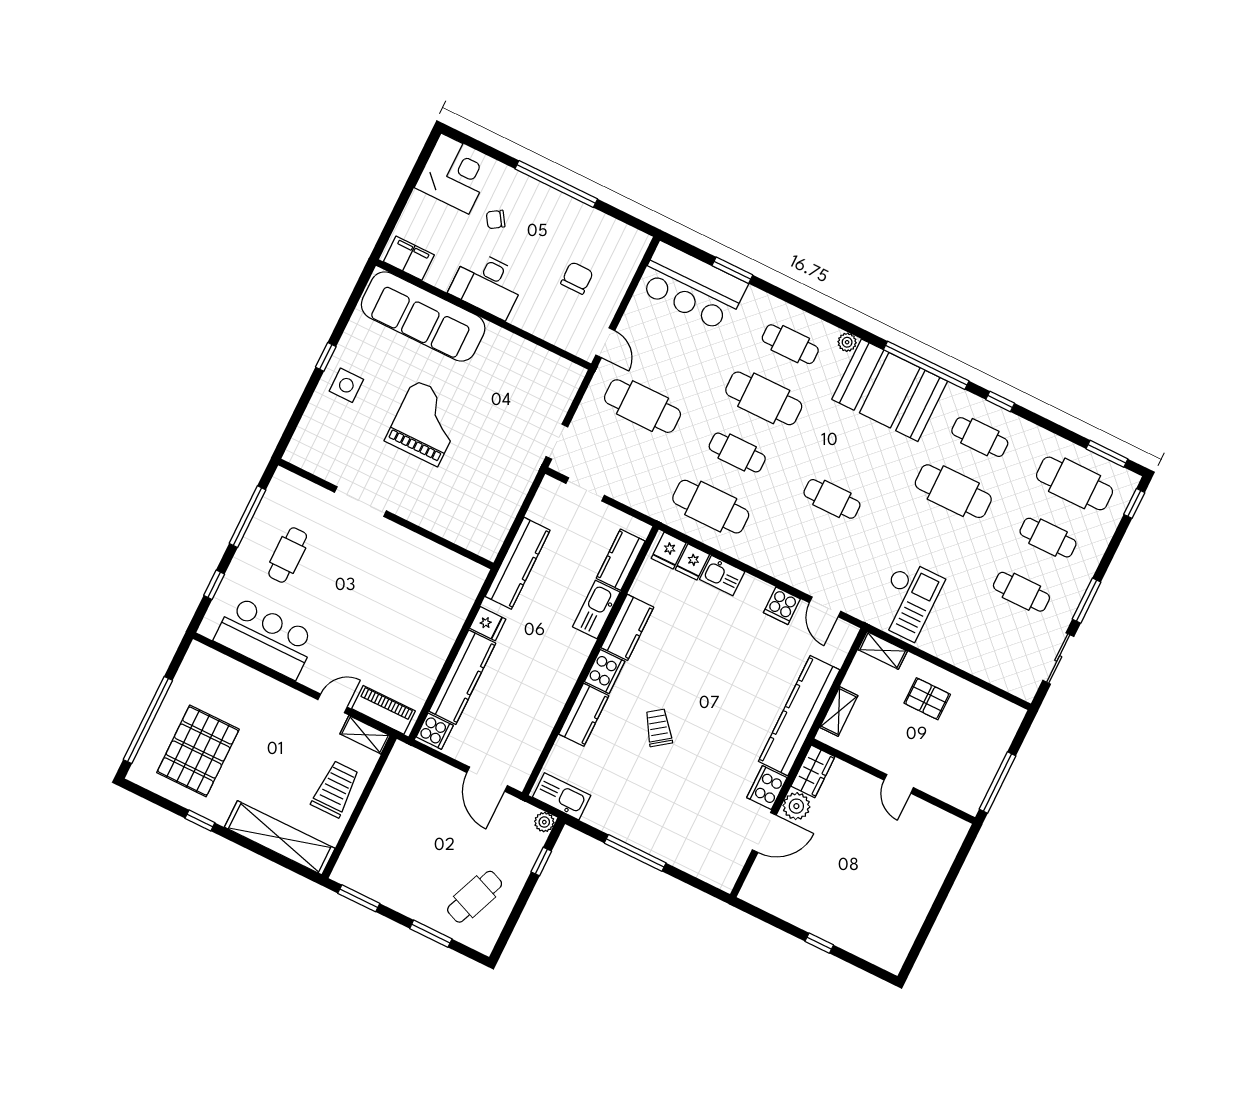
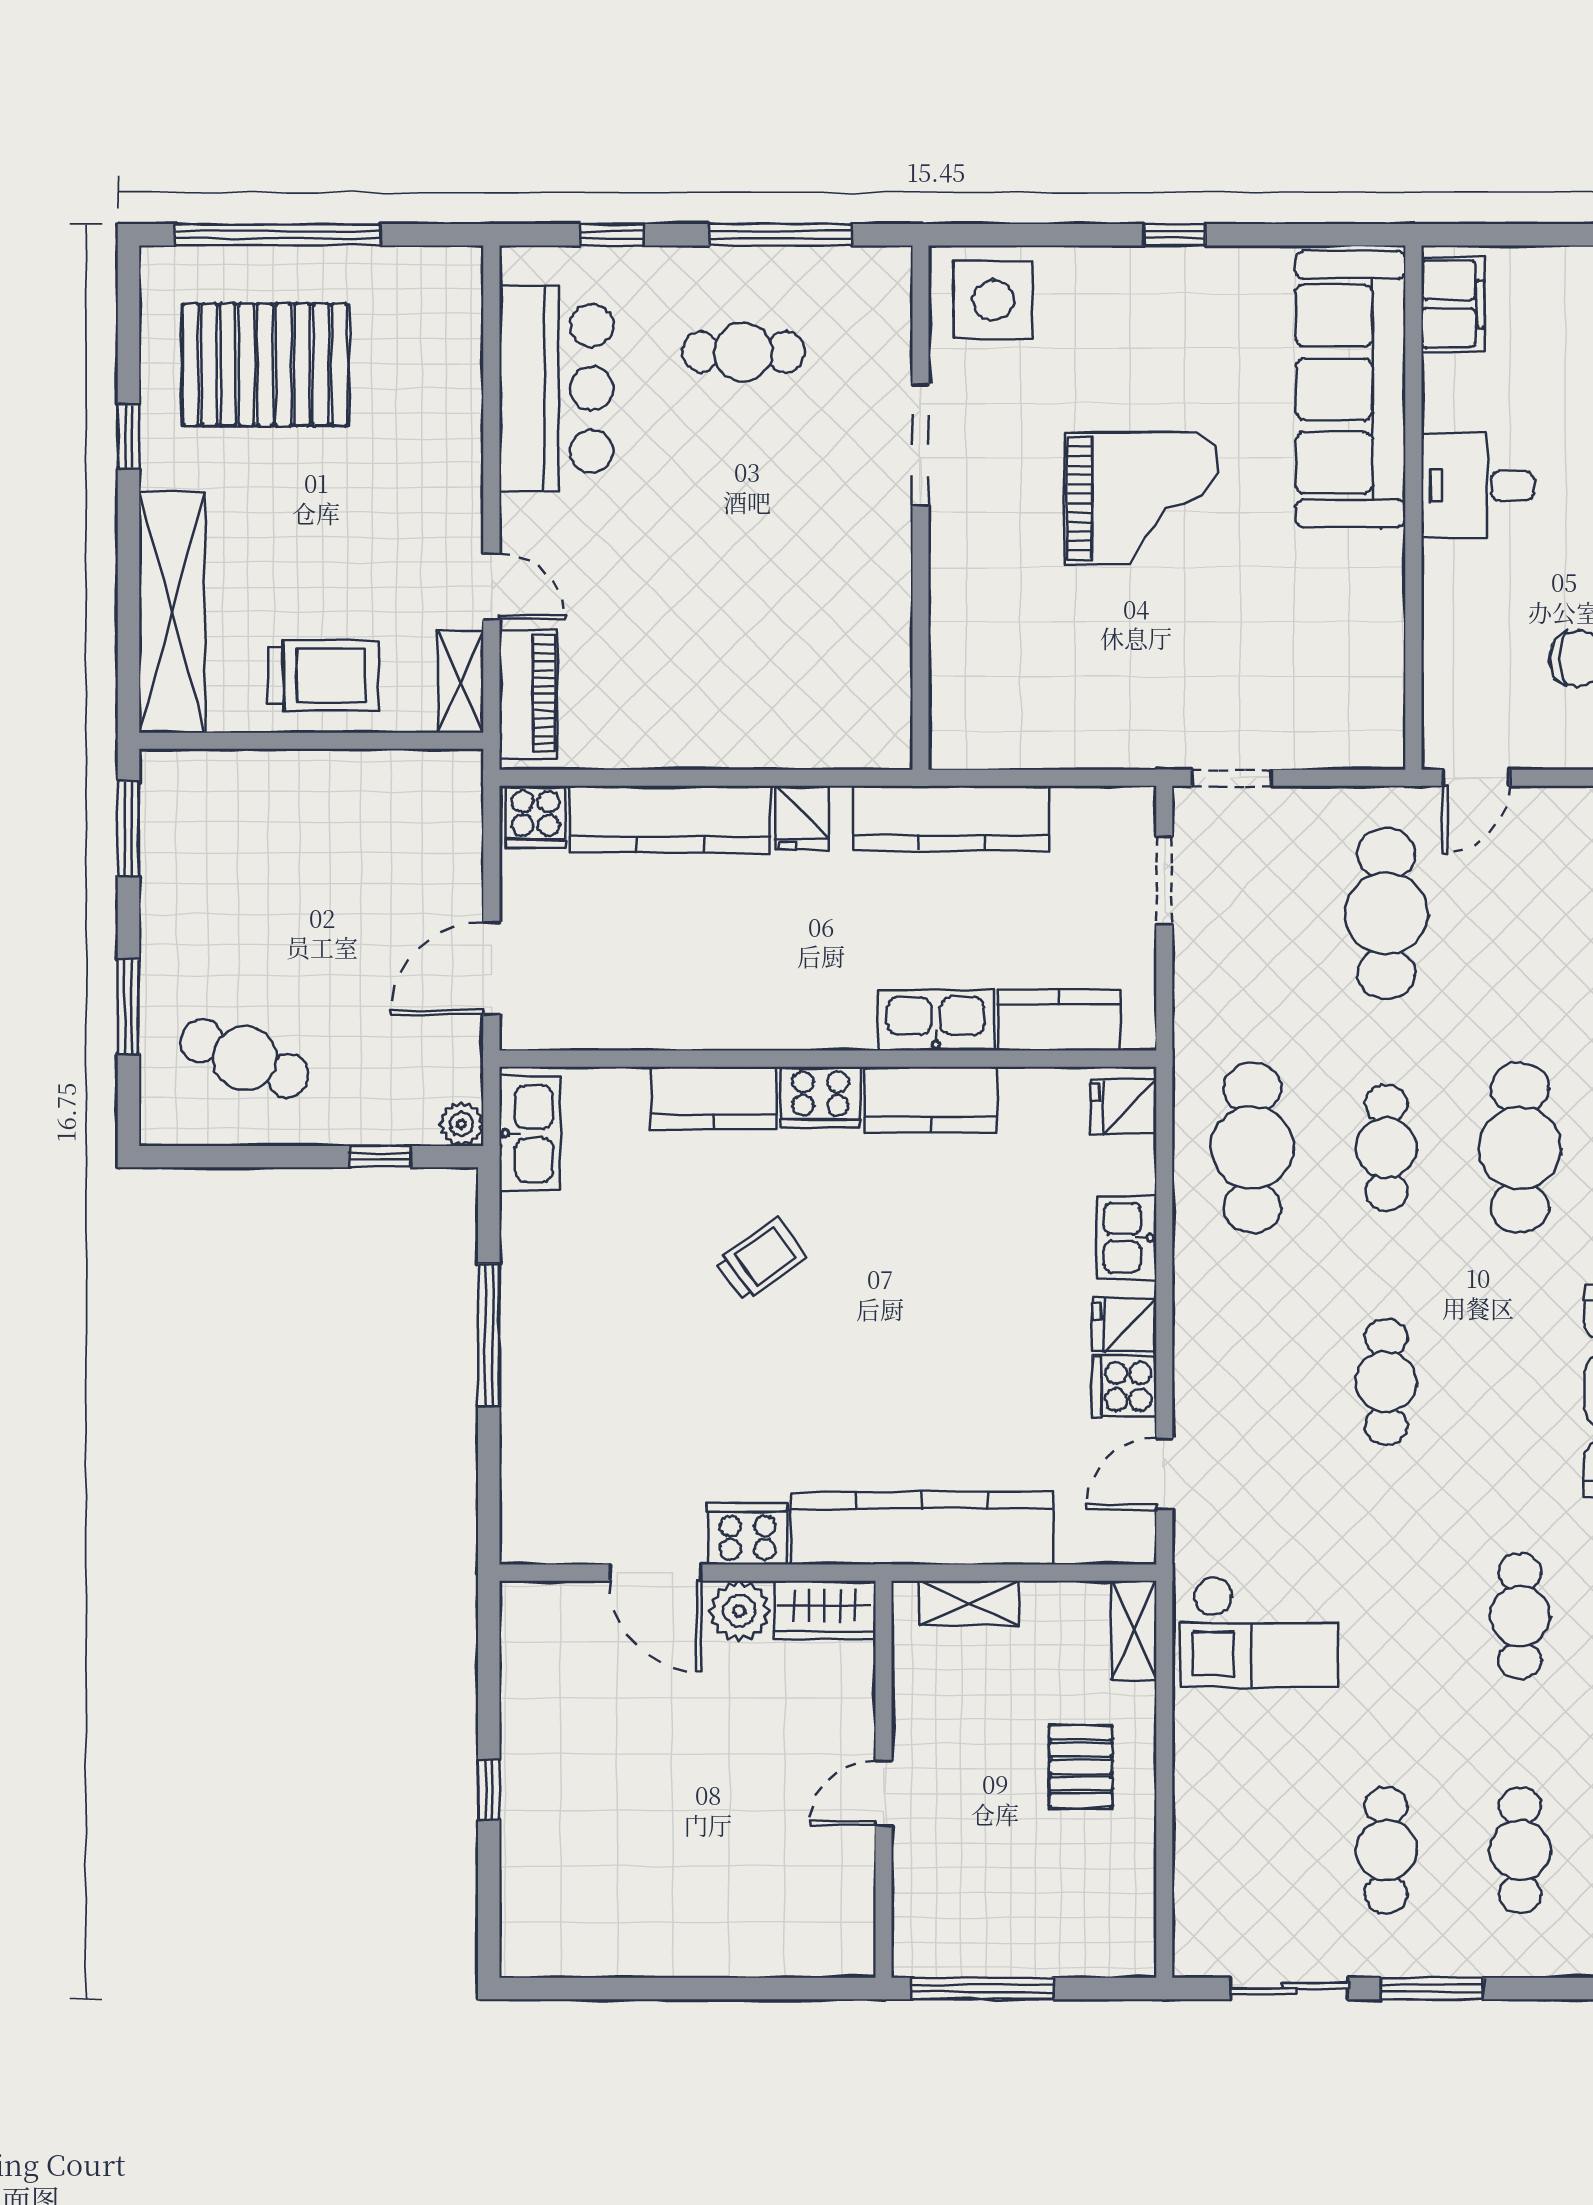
desk: (487, 284) -> (1478, 486), width x0.73
side table: (346, 385) -> (993, 300), moved, width x1.37, depth x1.37
cafe table: (953, 491) -> (1520, 1616), width x0.73, depth x0.74
fridge: (692, 562) -> (1124, 1325), moved

